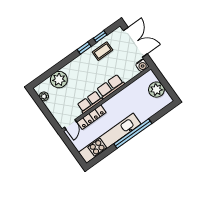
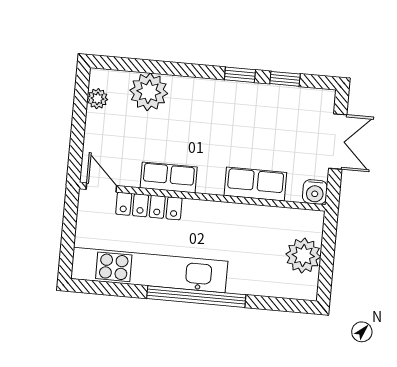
double door: (135, 42) -> (338, 142), width x0.73
coffee table: (102, 51) -> (267, 108), removed
row of seats: (111, 87) -> (255, 184), moved
door: (70, 125) -> (101, 188), swing flipped

